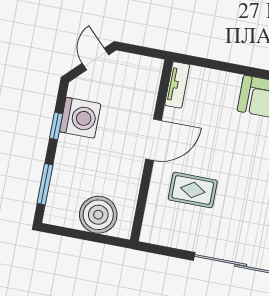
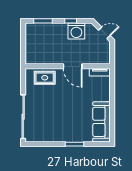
rug: (193, 190) -> (45, 78), moved, turned 90
boiler: (98, 215) -> (34, 48), removed

